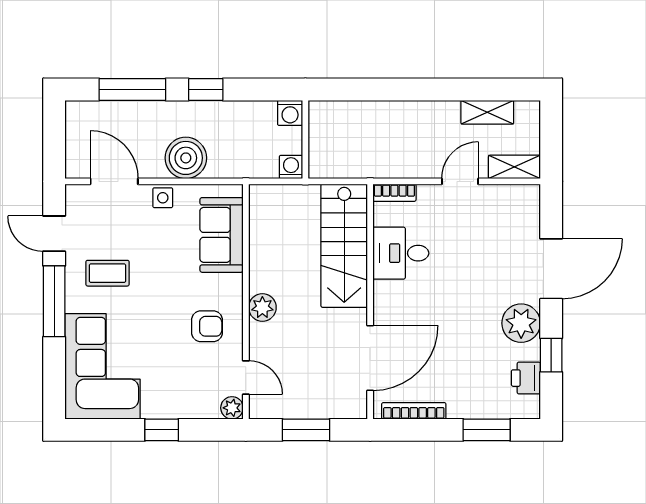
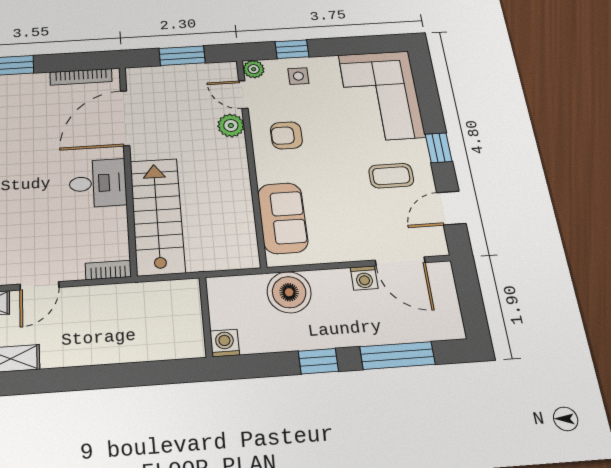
boiler: (186, 158) -> (289, 292), moved
washing machine: (291, 167) -> (364, 278), moved
side table: (163, 198) -> (298, 76), moved
door: (54, 234) -> (451, 208), swing flipped
desk: (401, 253) -> (98, 183), moved
window: (54, 301) -> (439, 148), width x0.46
plant: (262, 307) -> (231, 125), moved
window: (162, 430) -> (292, 49), moved

